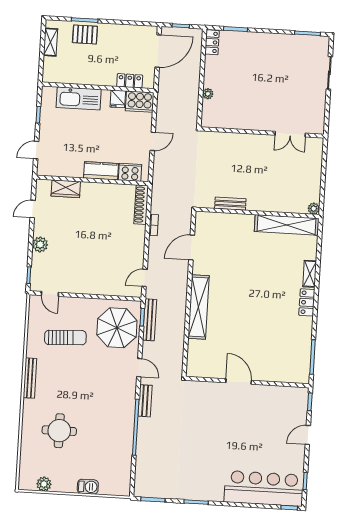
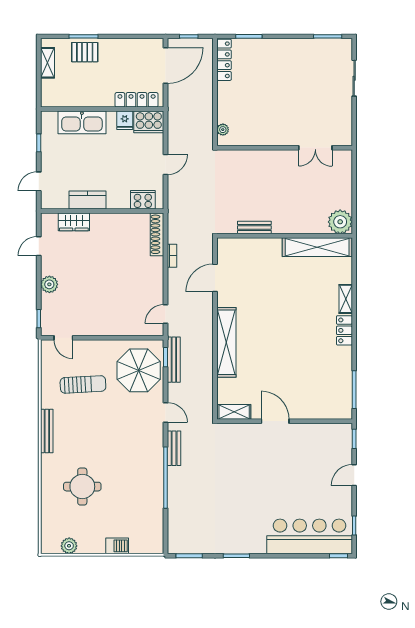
locker: (212, 42) -> (224, 60), width x1.53
locker: (130, 81) -> (137, 100), width x1.53
plant: (208, 94) -> (223, 130), moved
kitchen counter: (101, 171) -> (88, 200), moved
plant: (314, 209) -> (340, 222), width x1.88, depth x1.88
shelving: (202, 371) -> (234, 412), added

